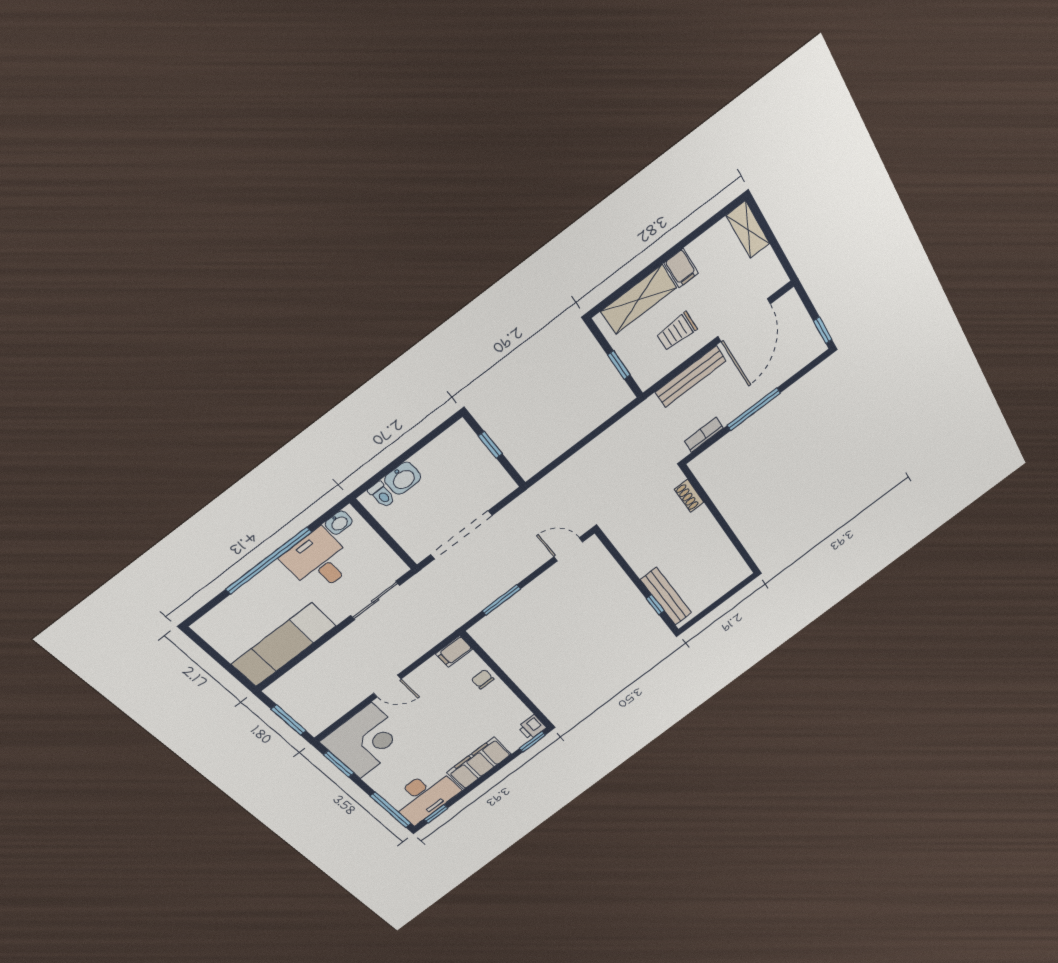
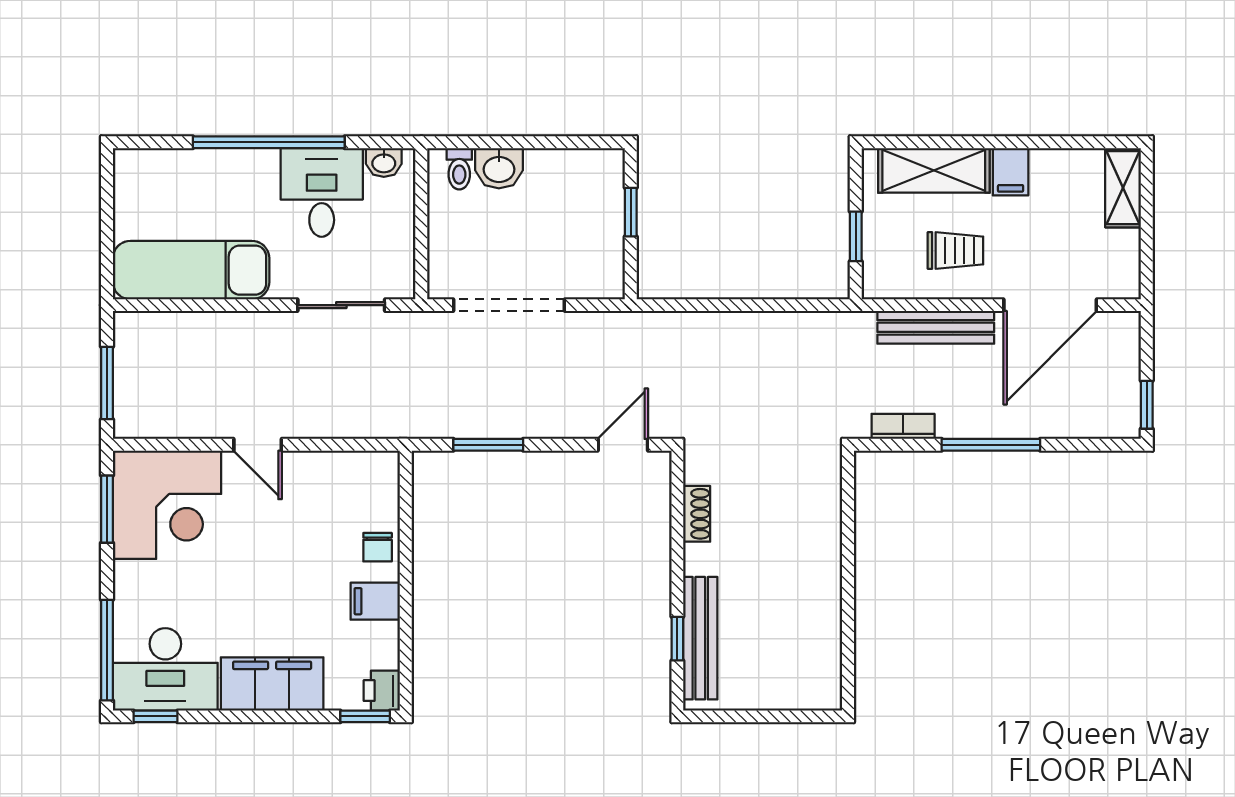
trolley: (677, 331) -> (955, 250), turned 180
shoe rack: (689, 496) -> (697, 514), moved, turned 180
door: (568, 549) -> (623, 445), hinge flipped
filing cabinet: (454, 651) -> (375, 601), moved
chair: (483, 679) -> (378, 547), turned 180

